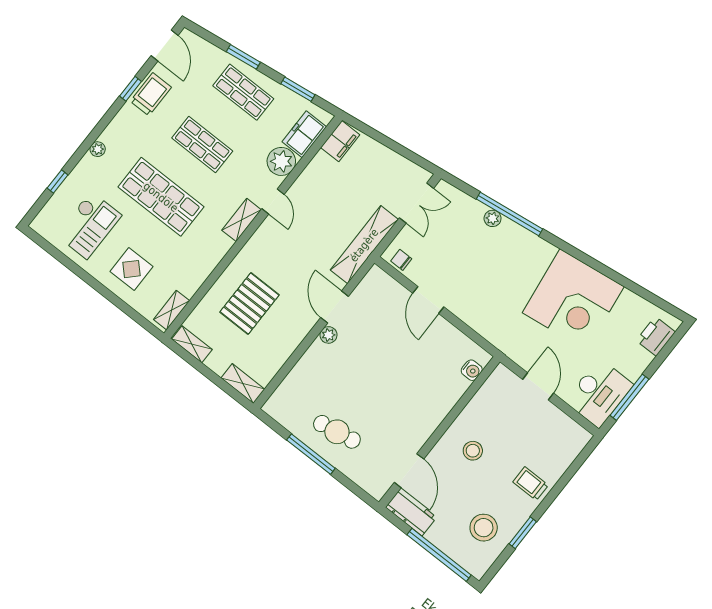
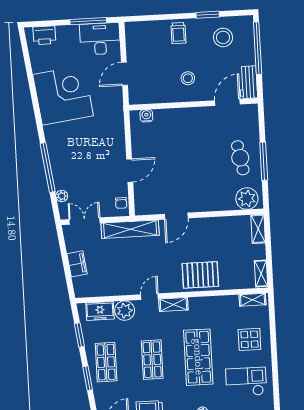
filing cabinet: (340, 141) -> (77, 264), moved, turned 82
plant: (493, 218) -> (62, 196), moved
pallet: (250, 303) -> (200, 275), moved
plant: (328, 335) -> (247, 199), moved, width x1.87, depth x1.87

